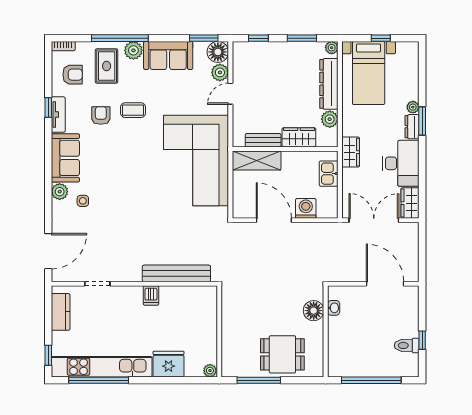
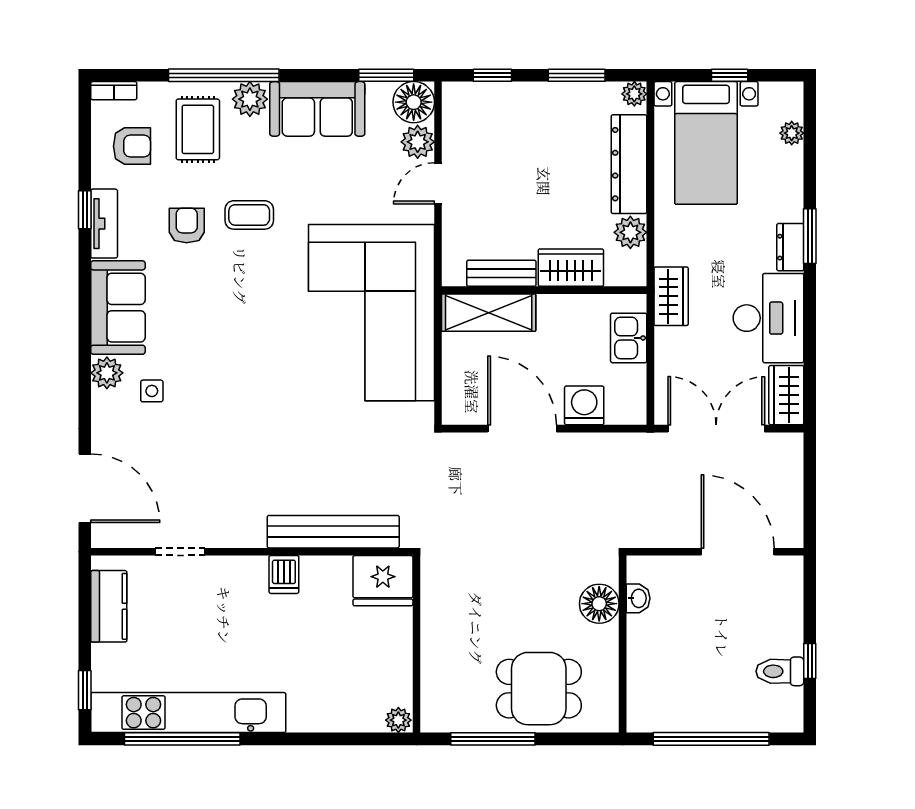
plant: (413, 107) -> (792, 133), moved
door: (48, 251) -> (85, 488), hinge flipped
fridge: (169, 364) -> (383, 581), moved, turned 180

